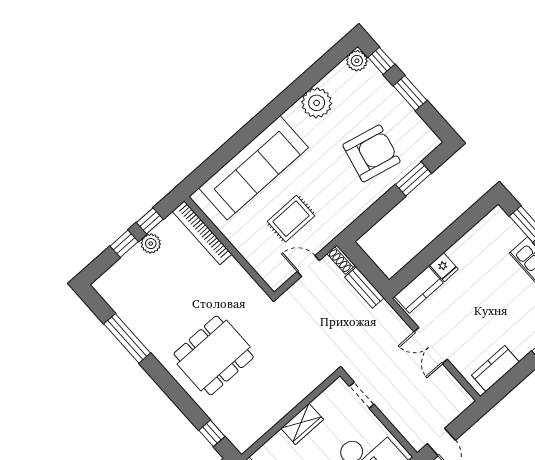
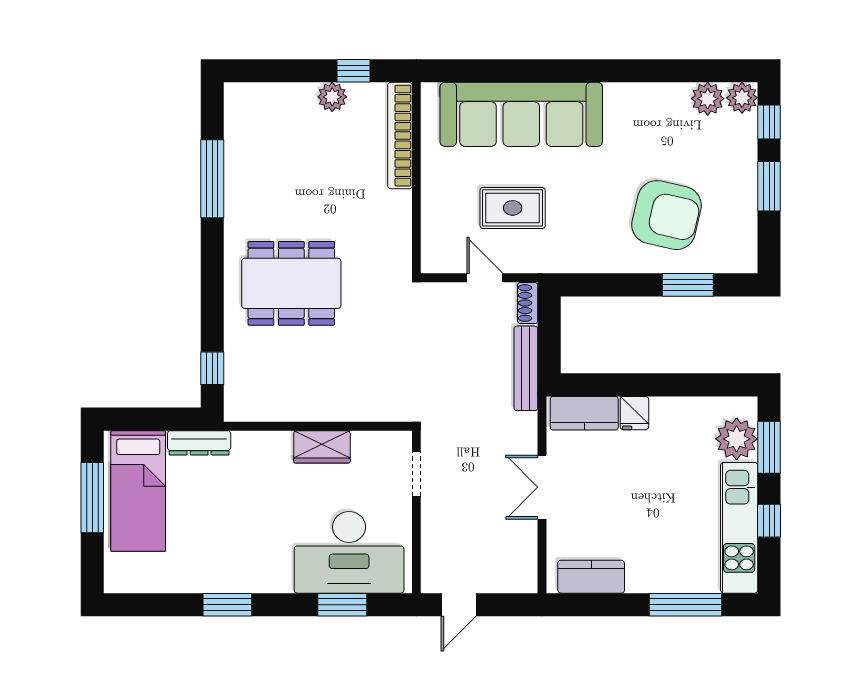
plant: (317, 103) -> (708, 99), moved, width x0.73, depth x0.73
plant: (507, 234) -> (737, 439), added
window: (124, 244) -> (302, 71), removed
bench: (364, 288) -> (526, 368), width x1.36

